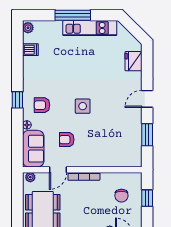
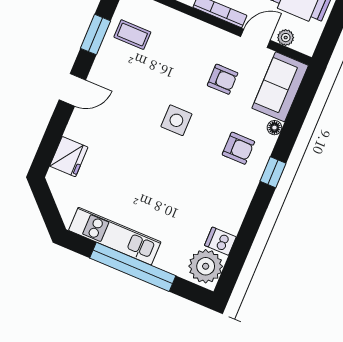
window: (73, 15) -> (133, 267), width x1.46
plant: (28, 28) -> (206, 266), width x1.87, depth x1.87
coffee table: (127, 143) -> (132, 35), added
plant: (30, 177) -> (286, 38), moved

